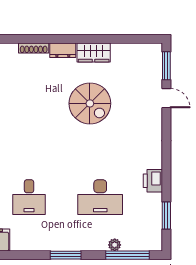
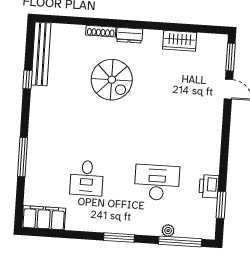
wardrobe: (94, 53) -> (180, 41), moved
spiral stairs: (90, 103) -> (112, 80), moved
printer: (153, 181) -> (209, 186), moved
desk: (100, 197) -> (157, 183), turned 180

